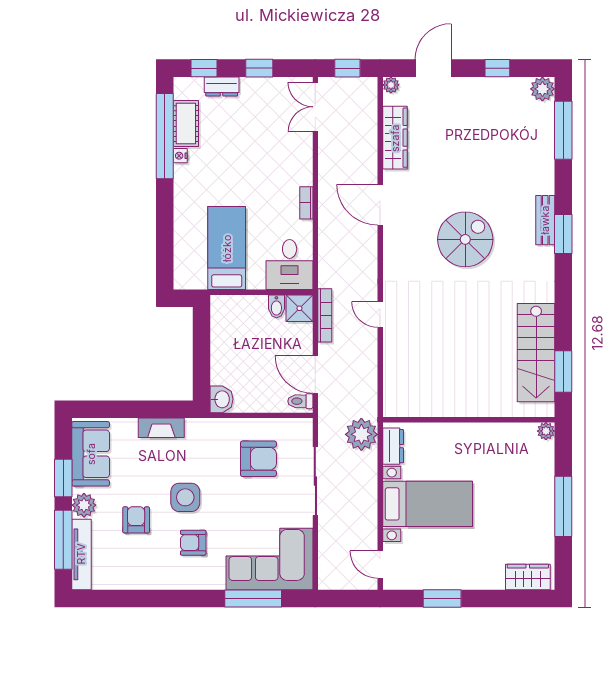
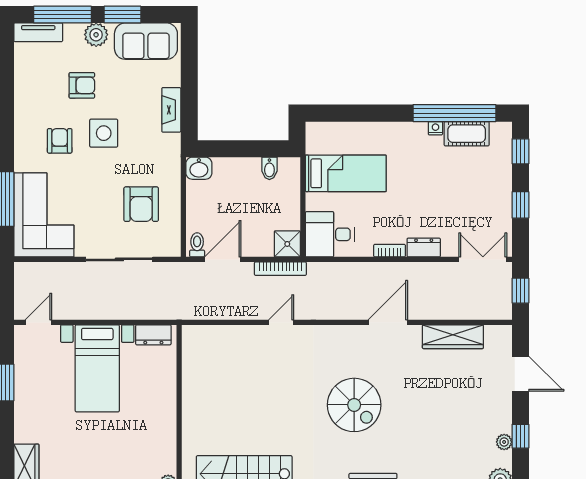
plant: (391, 85) -> (504, 442), moved
dresser: (222, 86) -> (424, 248), moved, turned 90
bidet: (276, 306) -> (269, 168), moved, turned -90
plant: (361, 434) -> (165, 304), removed
tv unit: (81, 554) -> (38, 32), width x0.71

